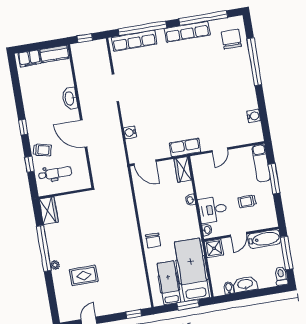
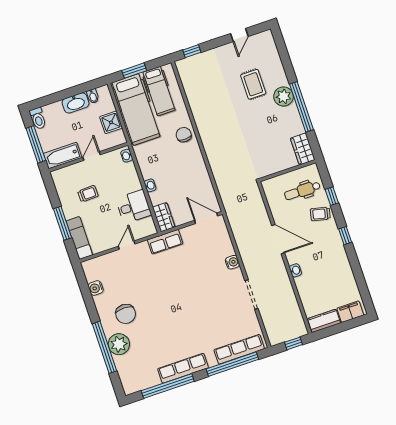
chair: (231, 39) -> (126, 314), moved
plant: (241, 62) -> (119, 344), added
washbasin: (70, 98) -> (295, 270), width x0.52, depth x0.69
water cooler: (130, 132) -> (232, 262), moved
desk: (213, 210) -> (134, 207), moved
shower: (214, 248) -> (111, 122), moved
plant: (55, 265) -> (284, 96), width x1.87, depth x1.87
rug: (84, 276) -> (253, 84), turned 90

